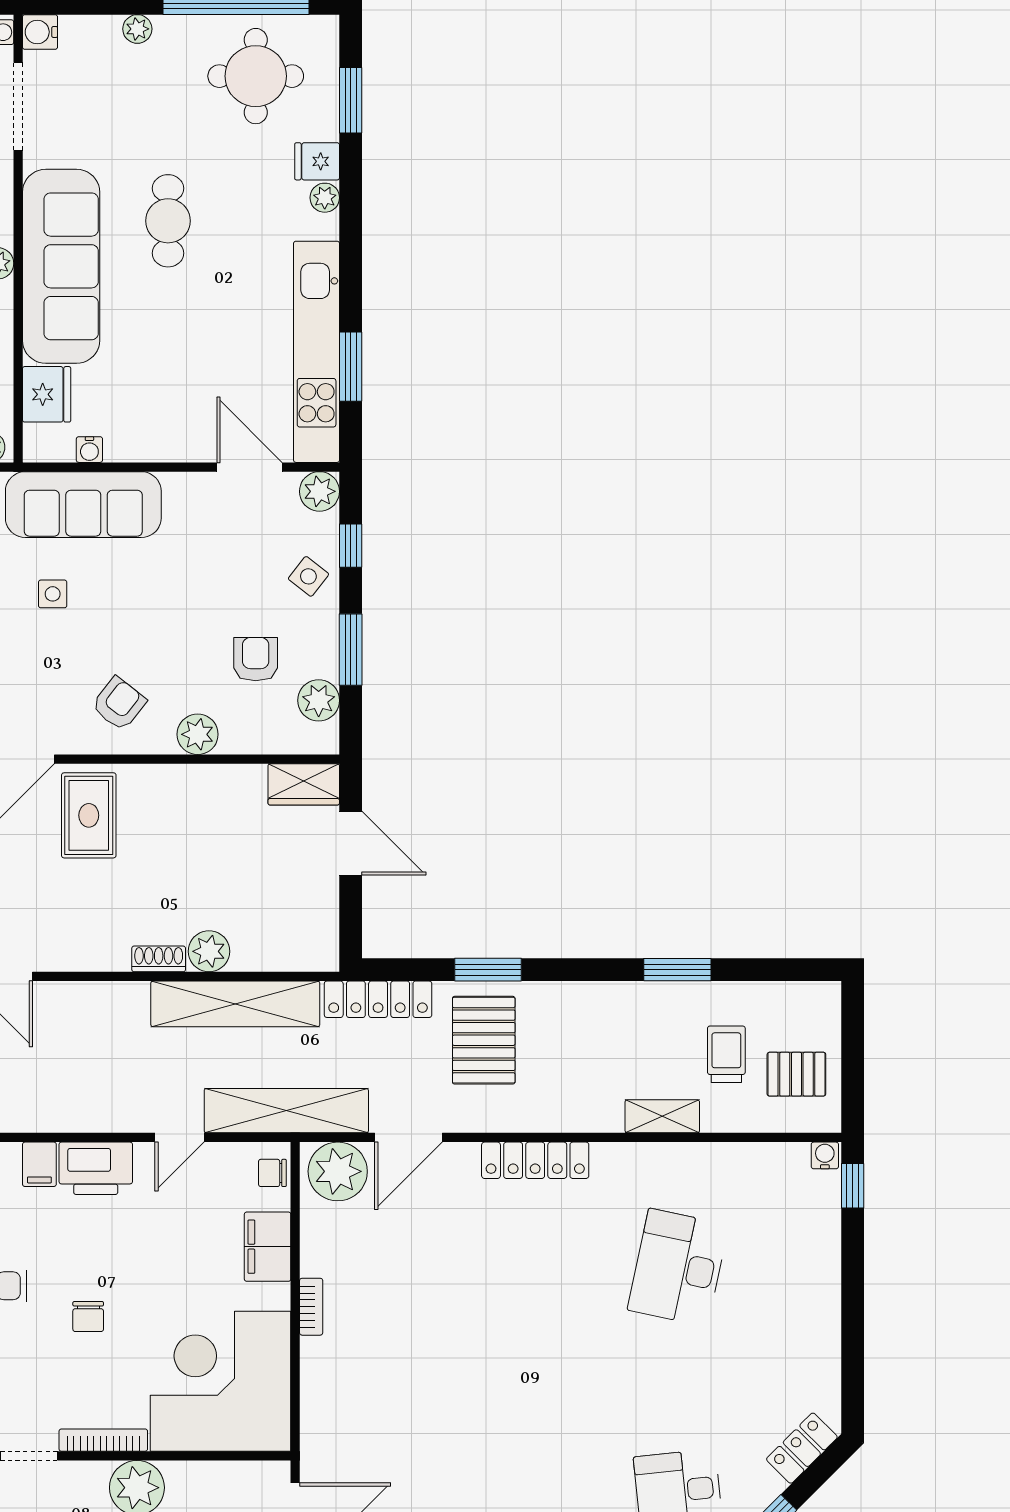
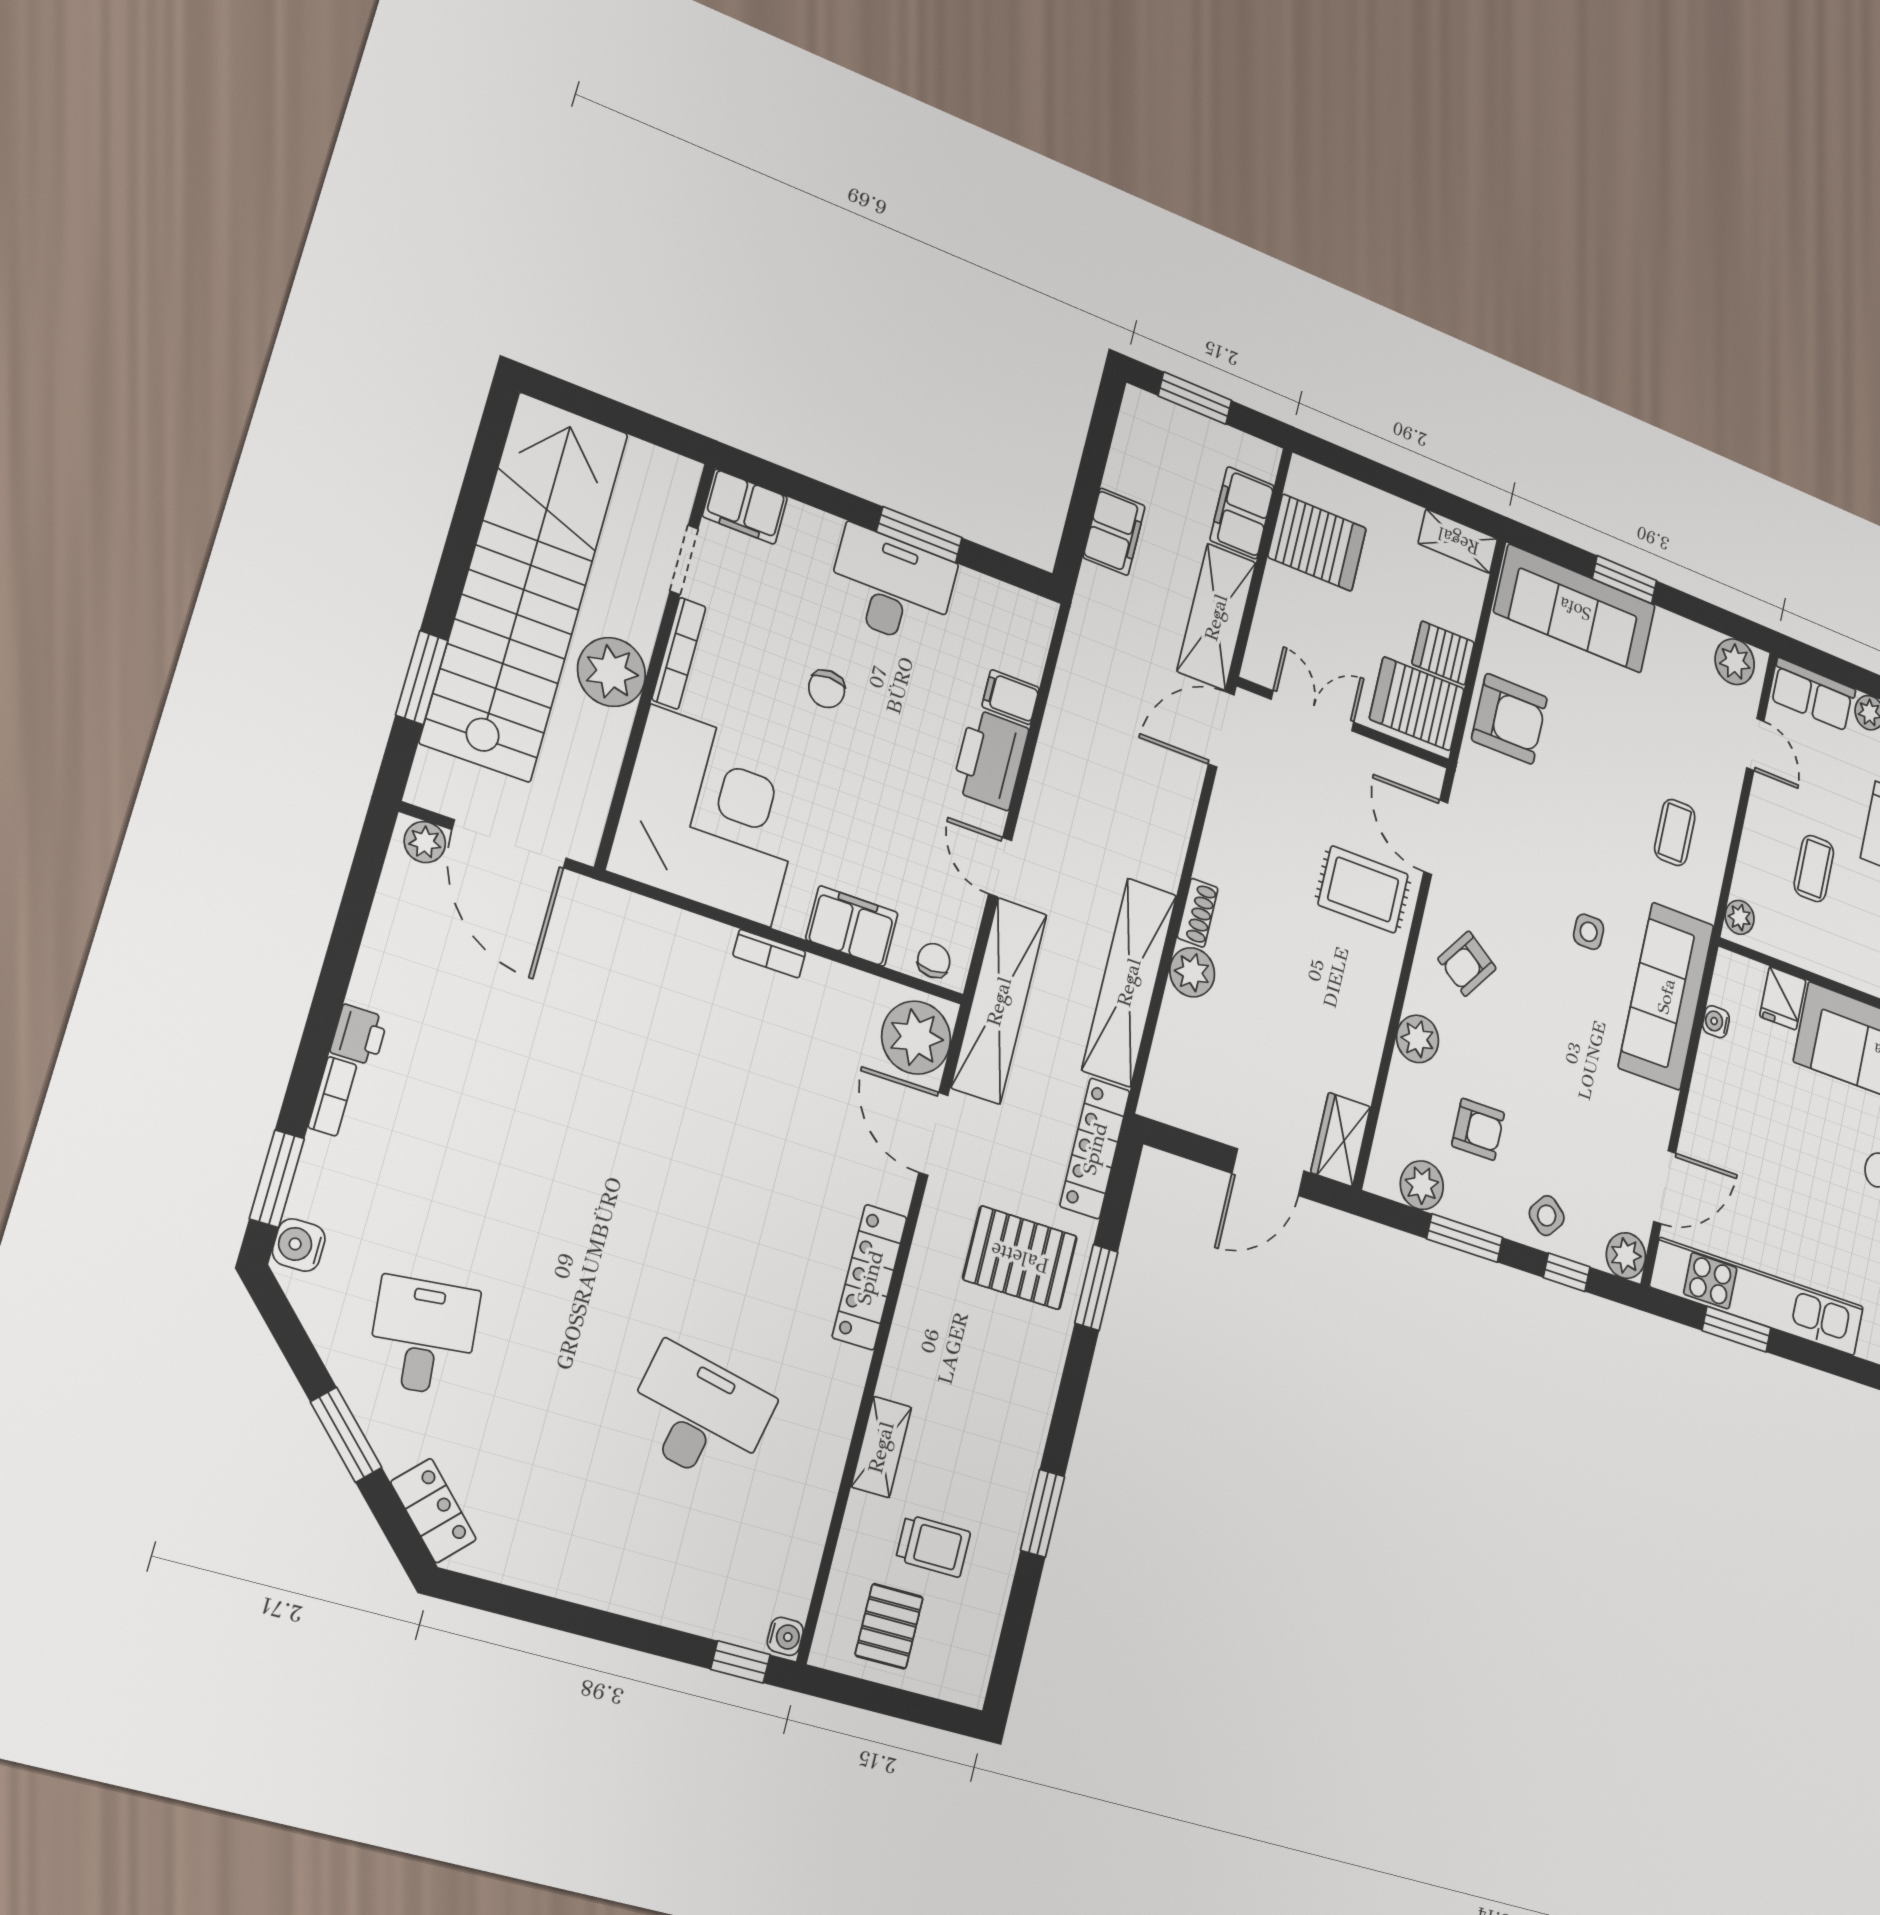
fridge: (47, 394) -> (1783, 998), width x0.72
armchair: (119, 704) -> (1467, 964), turned 87
chair: (88, 1317) -> (827, 689), turned -90

